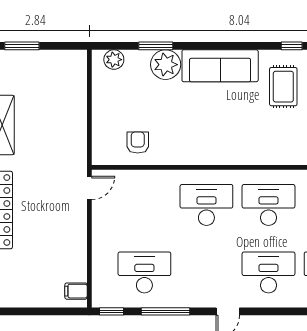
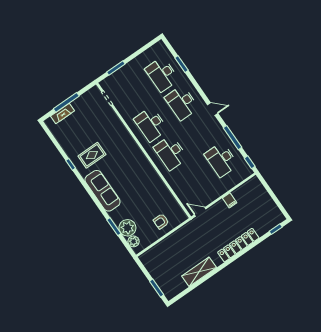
plant: (166, 65) -> (127, 228), moved
armchair: (138, 142) -> (161, 221), moved
filing cabinet: (76, 291) -> (230, 200), moved

